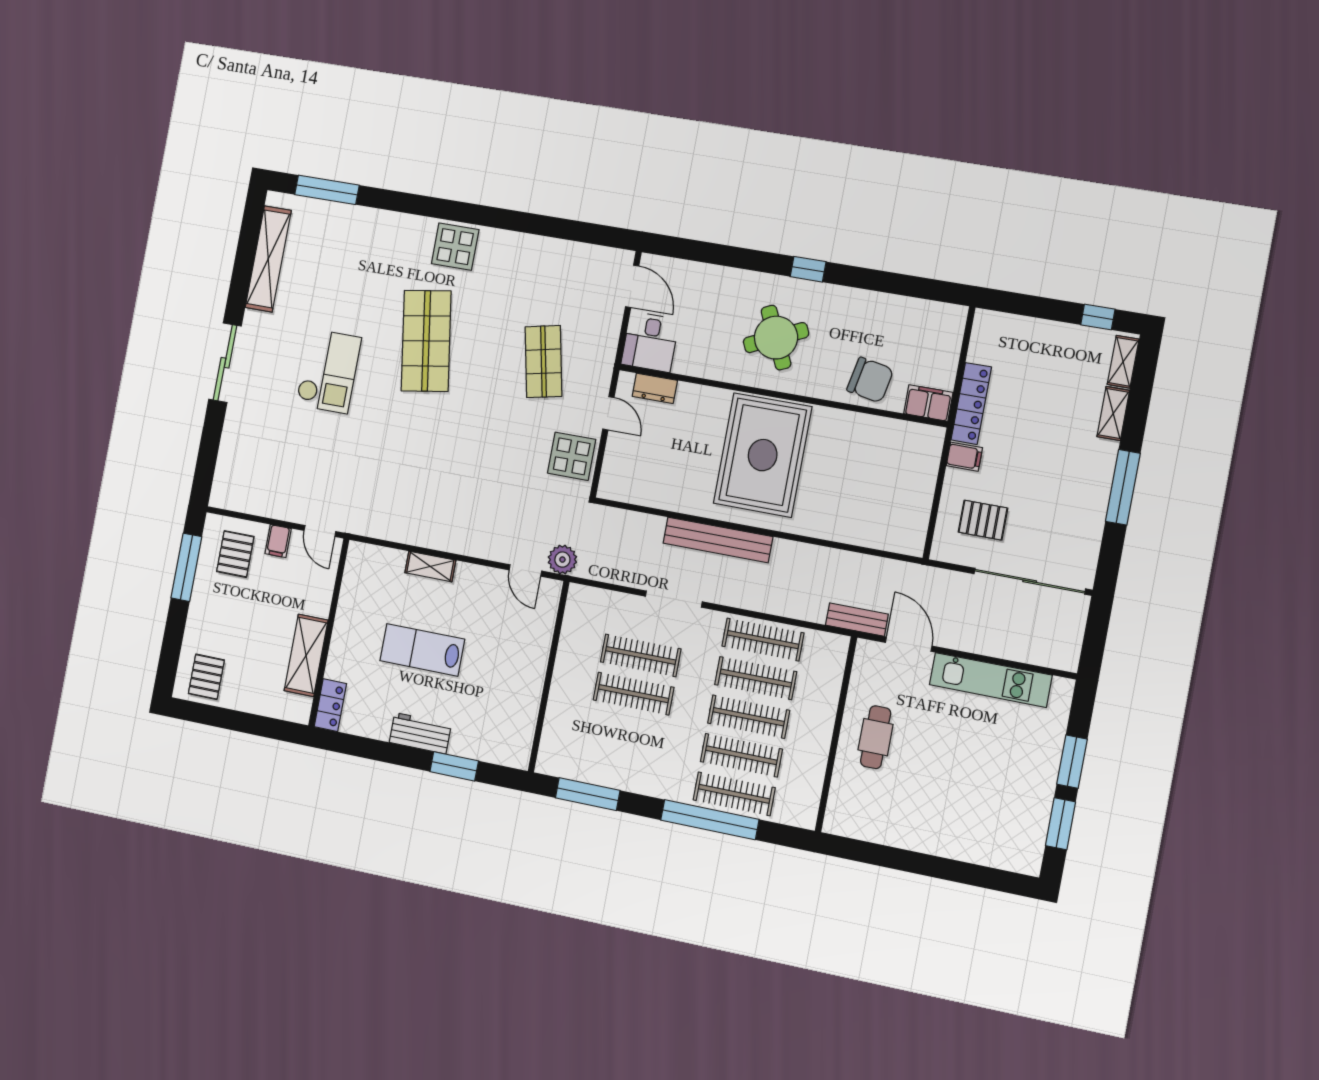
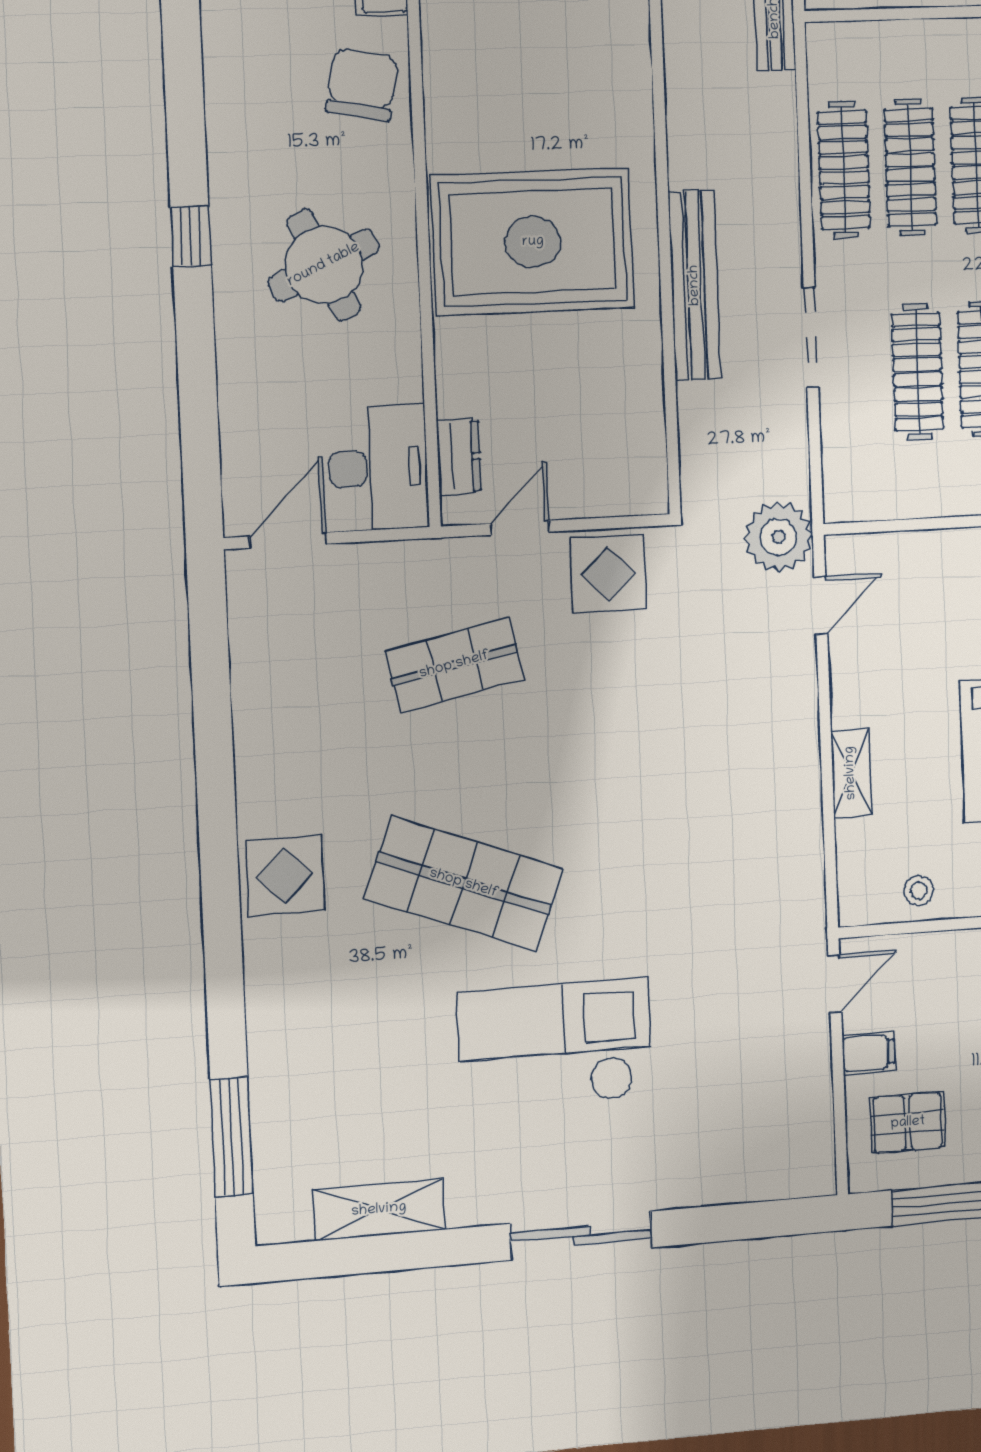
shelving: (268, 259) -> (379, 1210), width x0.68
shop shelf: (426, 341) -> (464, 884), turned 30
desk: (650, 342) -> (378, 468), width x1.37
checkout: (329, 371) -> (555, 1045), width x1.36, depth x1.21
plant: (562, 560) -> (778, 537), width x1.36, depth x1.36
stool: (357, 589) -> (919, 890), added

